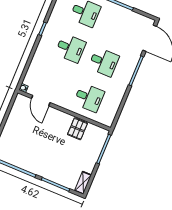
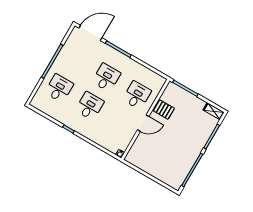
door: (41, 101) -> (143, 123), moved

